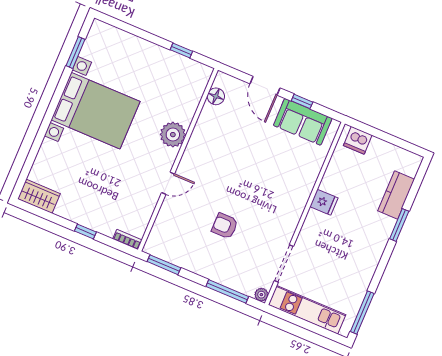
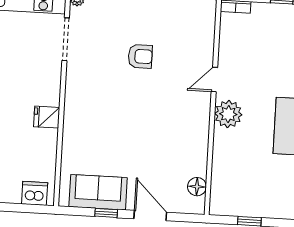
plant: (173, 135) -> (228, 114), moved

